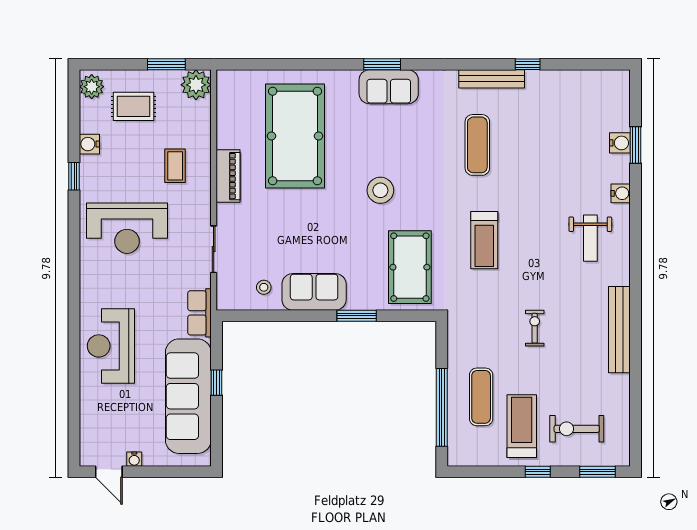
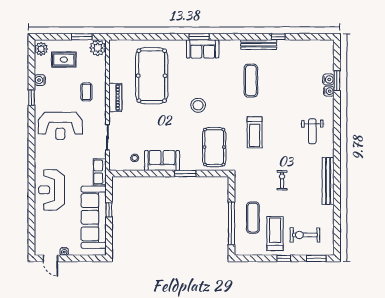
water cooler: (621, 193) -> (329, 91), moved

